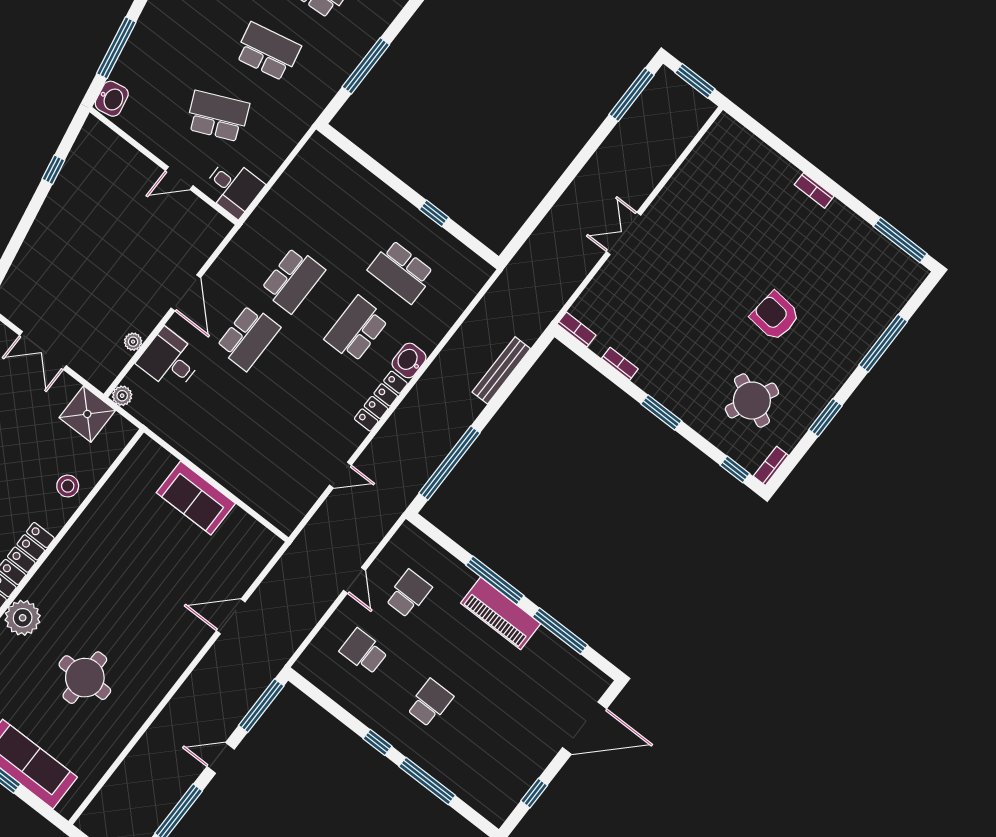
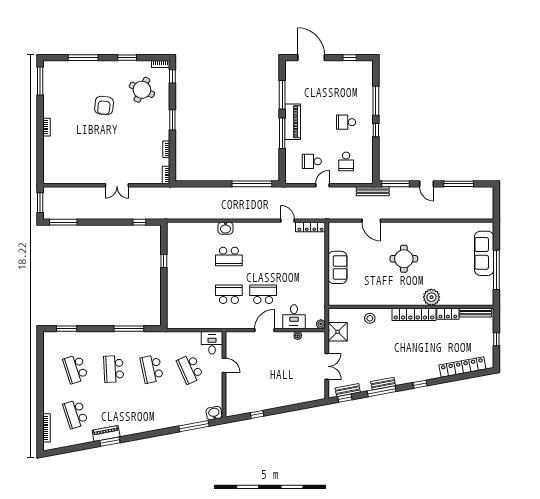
window: (532, 223) -> (139, 222), added
school desk: (401, 272) -> (195, 256), removed
bench: (501, 370) -> (373, 191), moved
locker: (381, 401) -> (311, 227), moved
round table: (85, 678) -> (404, 259), moved

